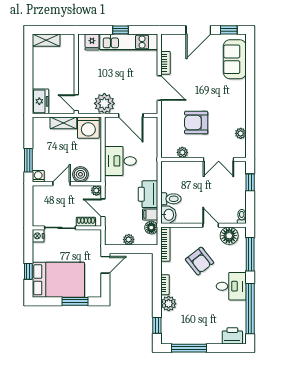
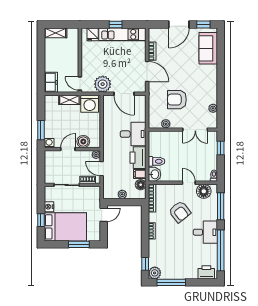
desk: (120, 161) -> (133, 134), moved, turned 180
nightstand: (38, 236) -> (49, 207), moved
plant: (169, 304) -> (155, 273), moved

